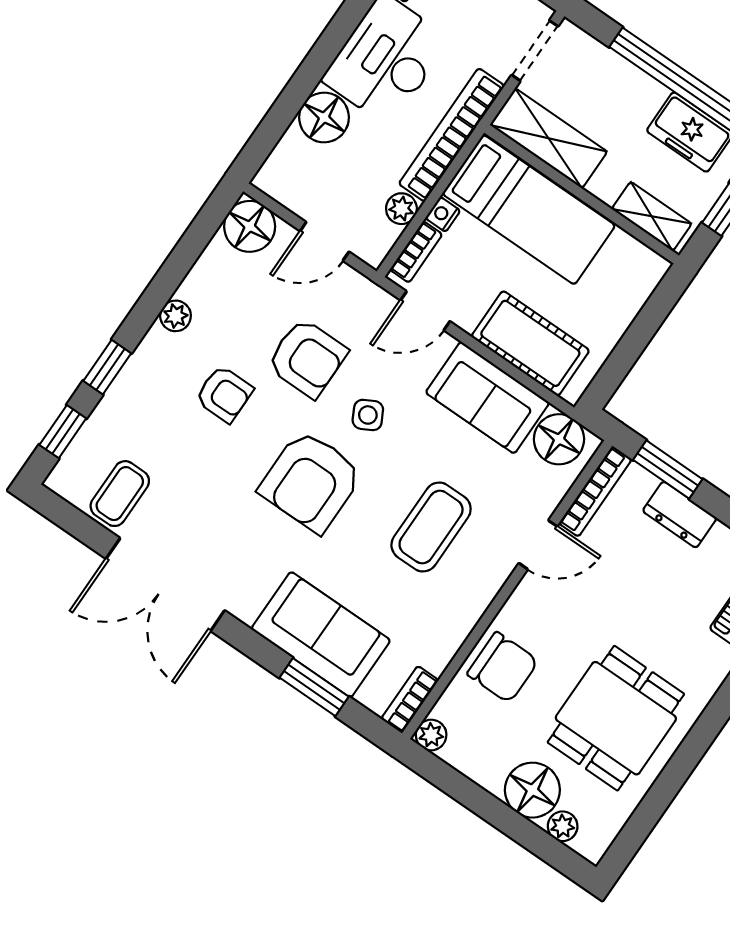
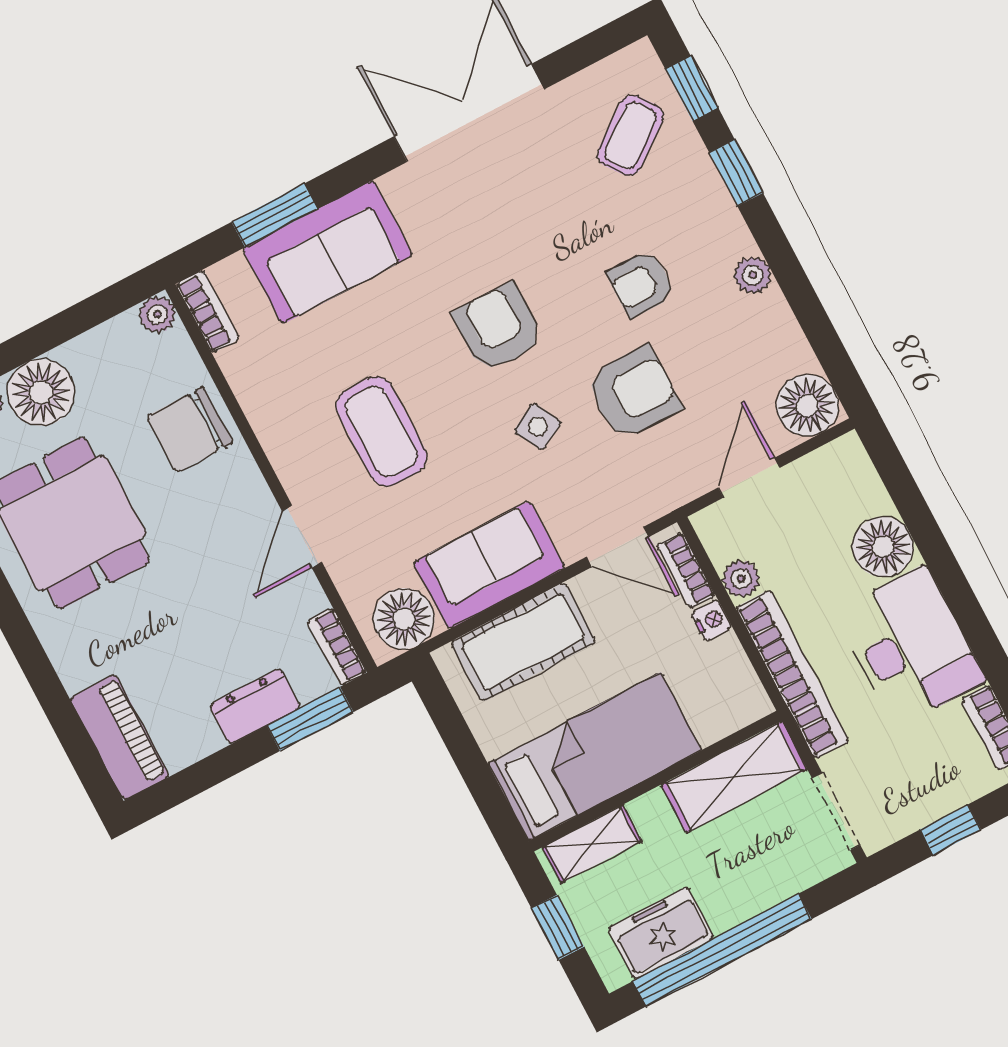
bed: (529, 210) -> (595, 757), moved, turned 180
door: (425, 311) -> (618, 547), swing flipped
armchair: (307, 358) -> (633, 393), turned 180
armchair: (311, 481) -> (498, 328), width x0.73, depth x0.73
bookcase: (595, 491) -> (337, 647), width x0.64
coffee table: (120, 494) -> (631, 135), moved, turned 53

